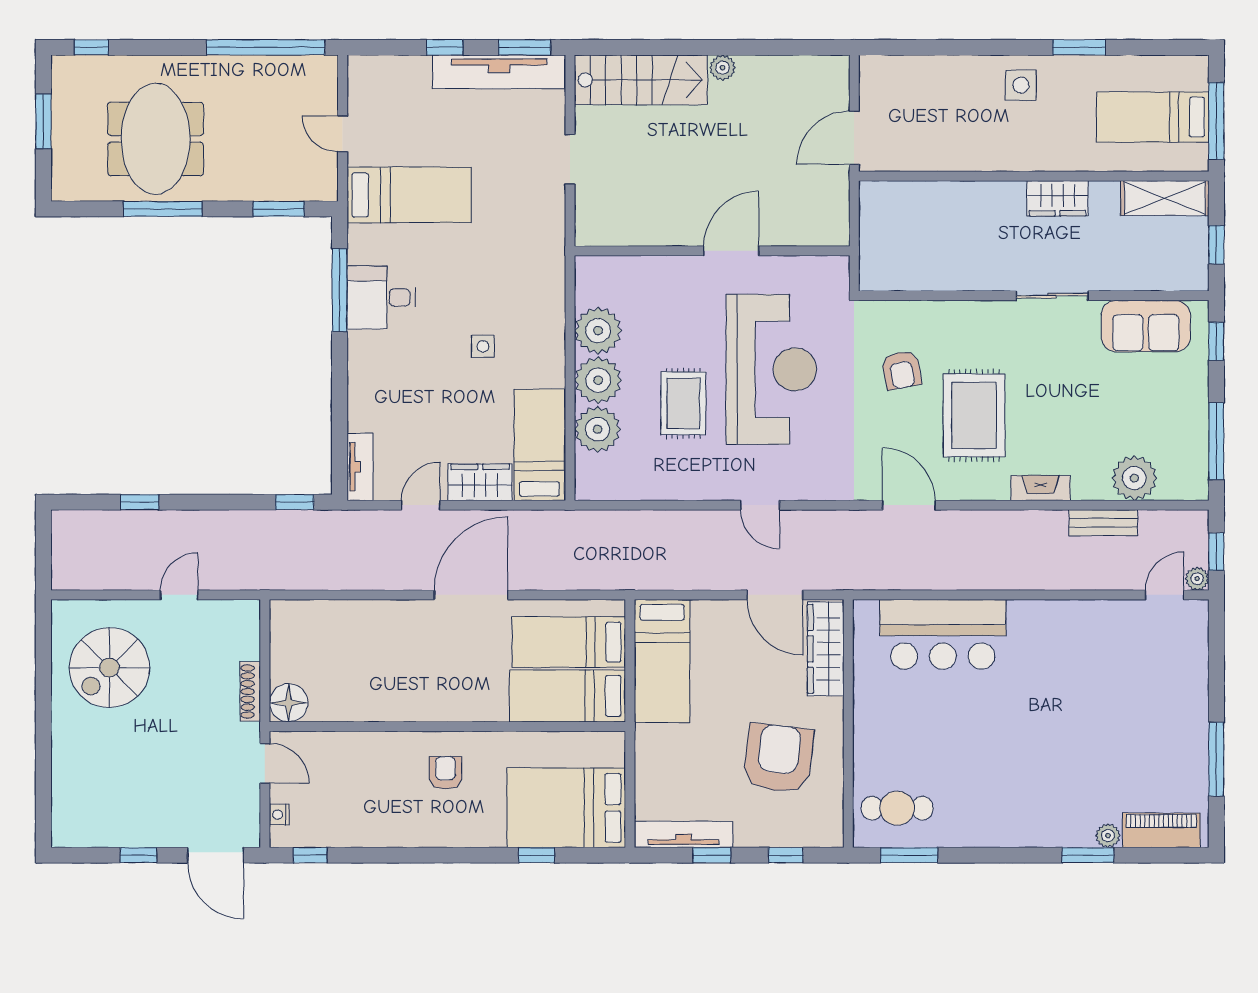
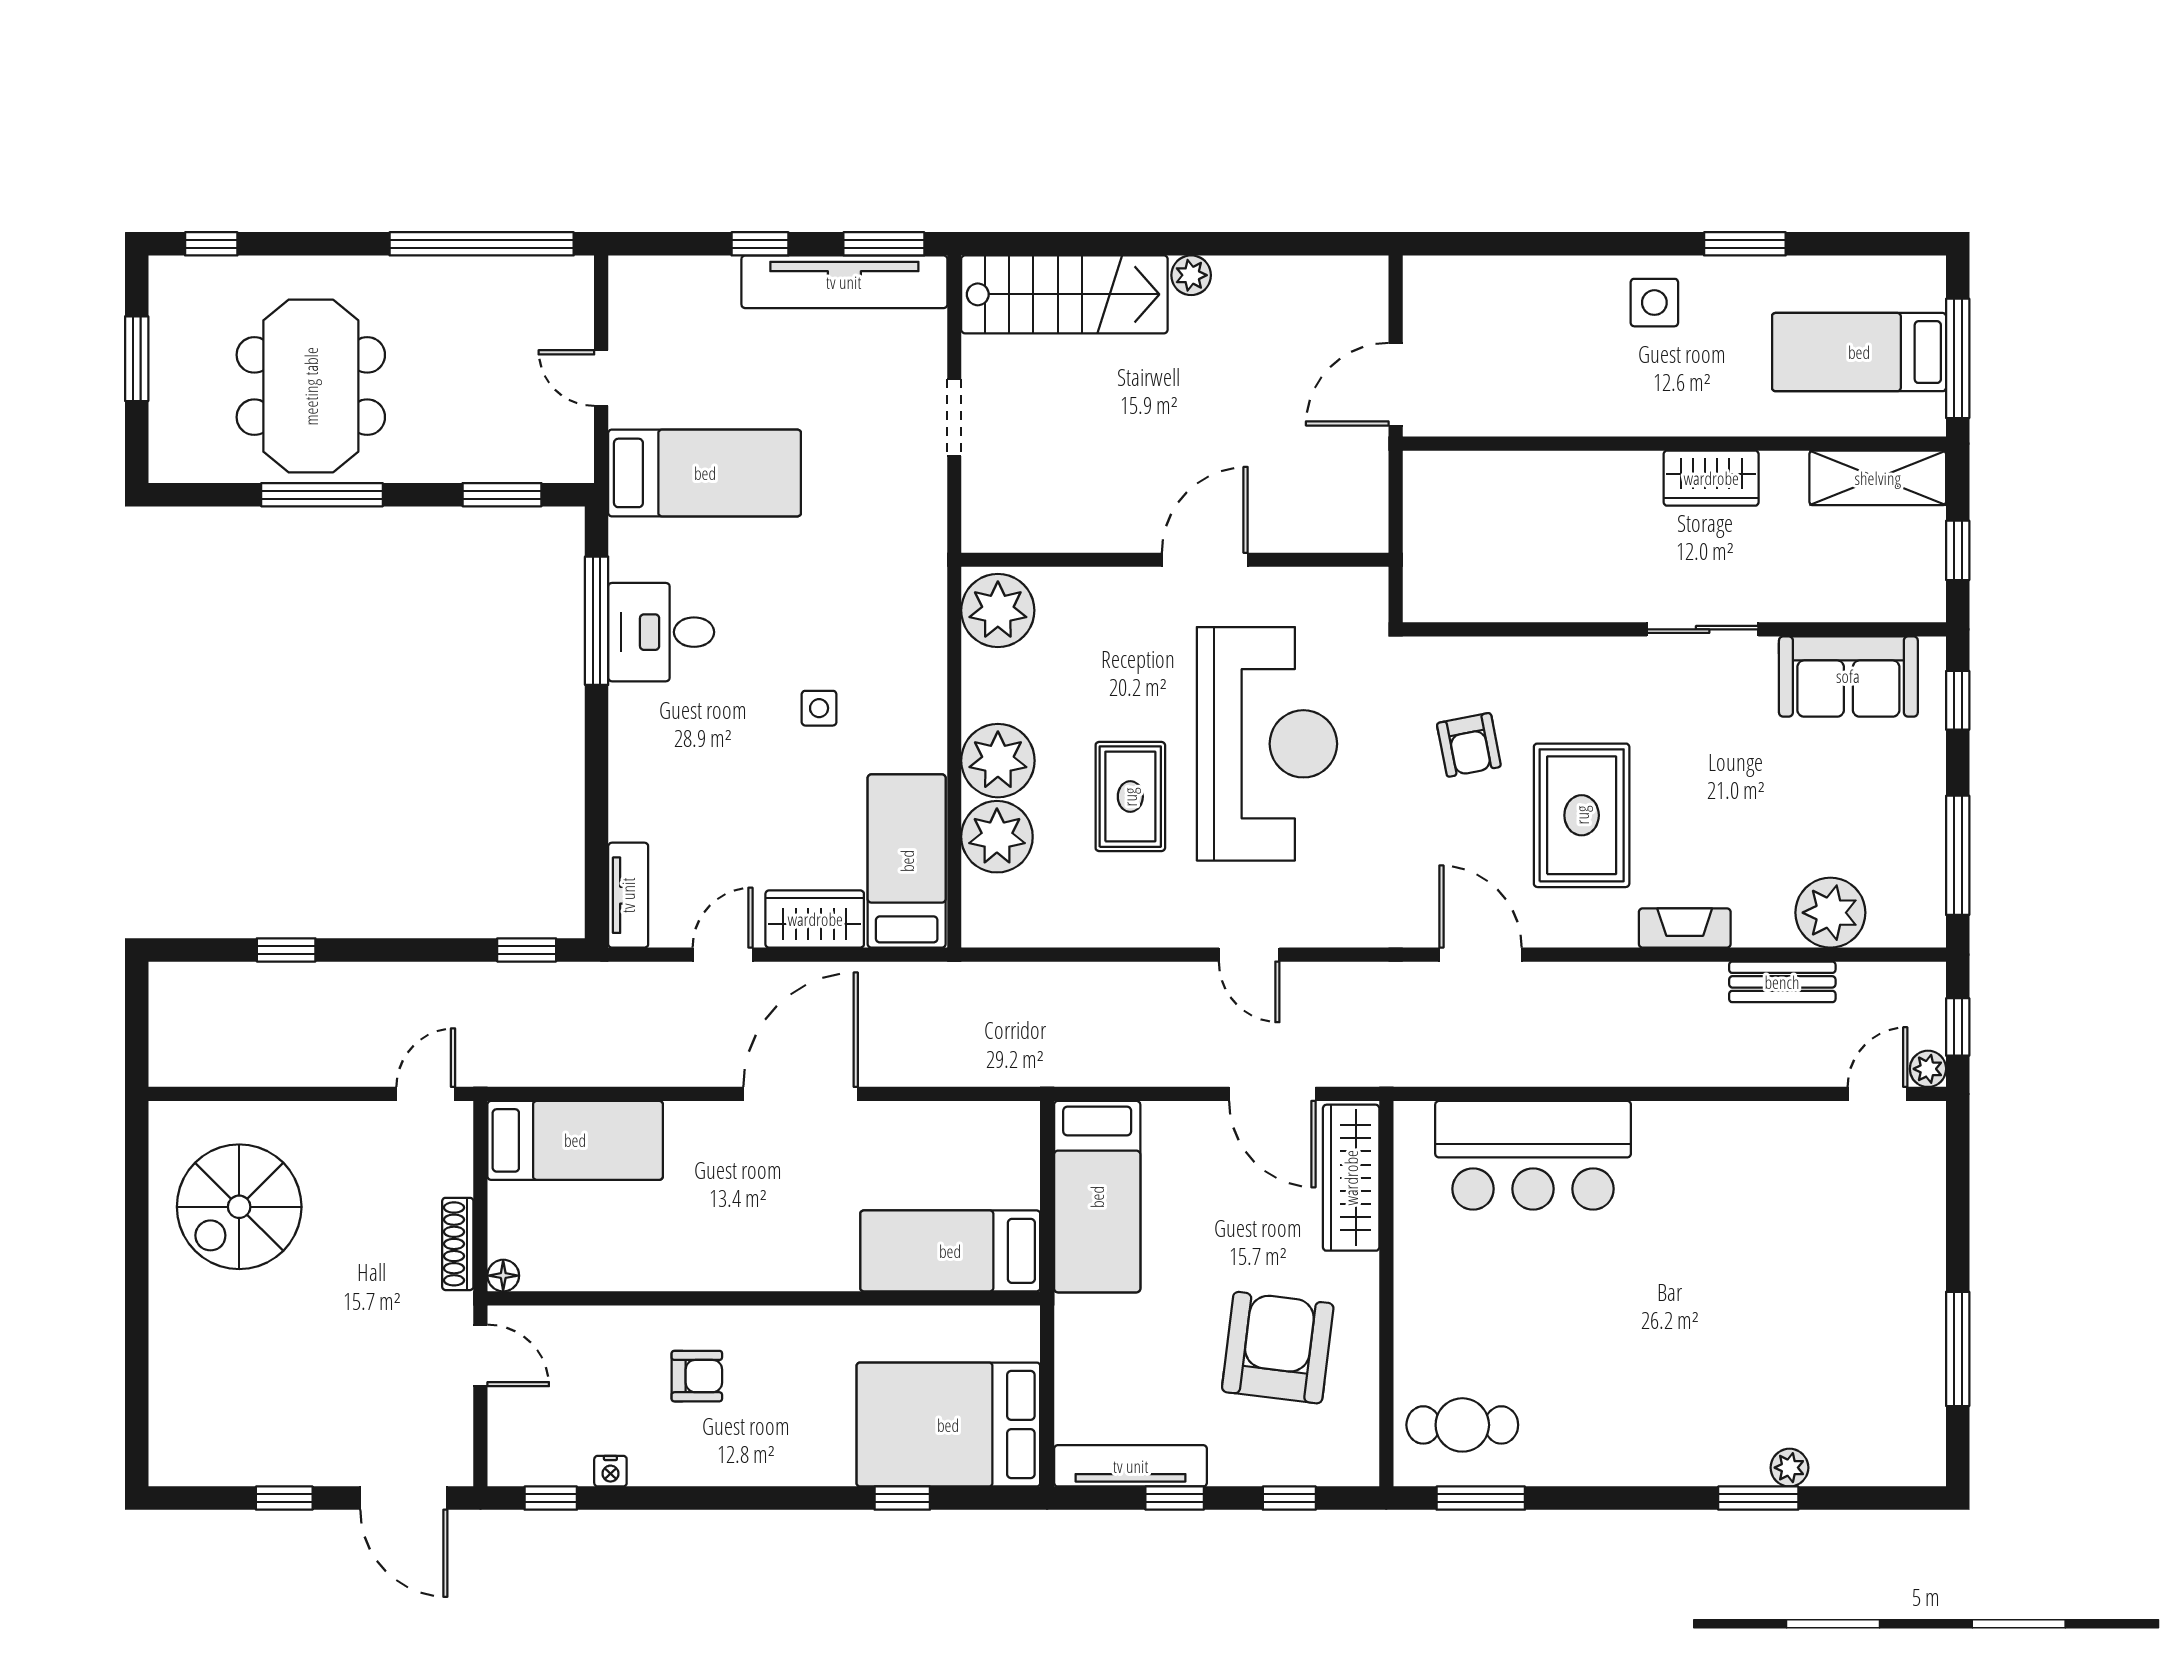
plant: (598, 331) -> (998, 610), moved
door: (179, 595) -> (426, 1094), moved
bed: (569, 642) -> (575, 1140), moved, turned 180
floor lamp: (289, 703) -> (503, 1276), width x0.53, depth x0.53
armchair: (445, 773) -> (697, 1376), moved, turned 90
nightstand: (279, 815) -> (610, 1471), moved, turned -90
piano: (1161, 830) -> (1872, 1460), removed

